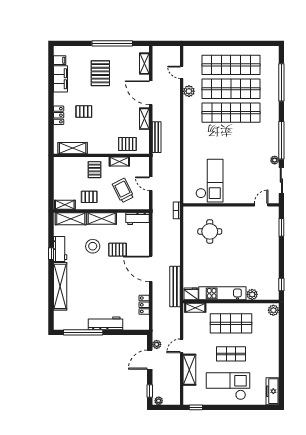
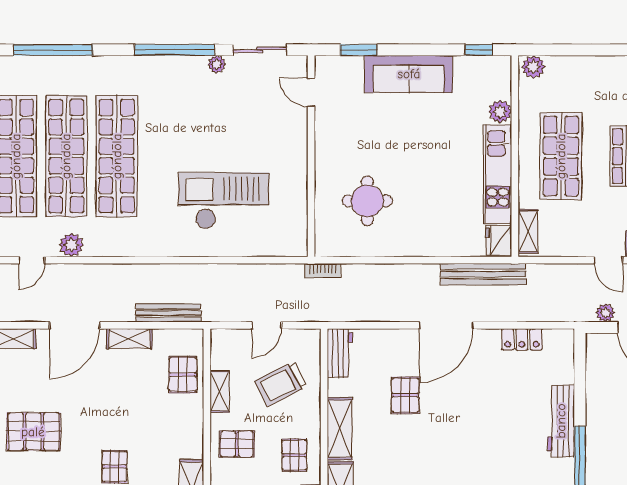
checkout: (209, 181) -> (224, 201), moved
stool: (93, 246) -> (398, 448), removed
sofa: (270, 251) -> (409, 74), added

